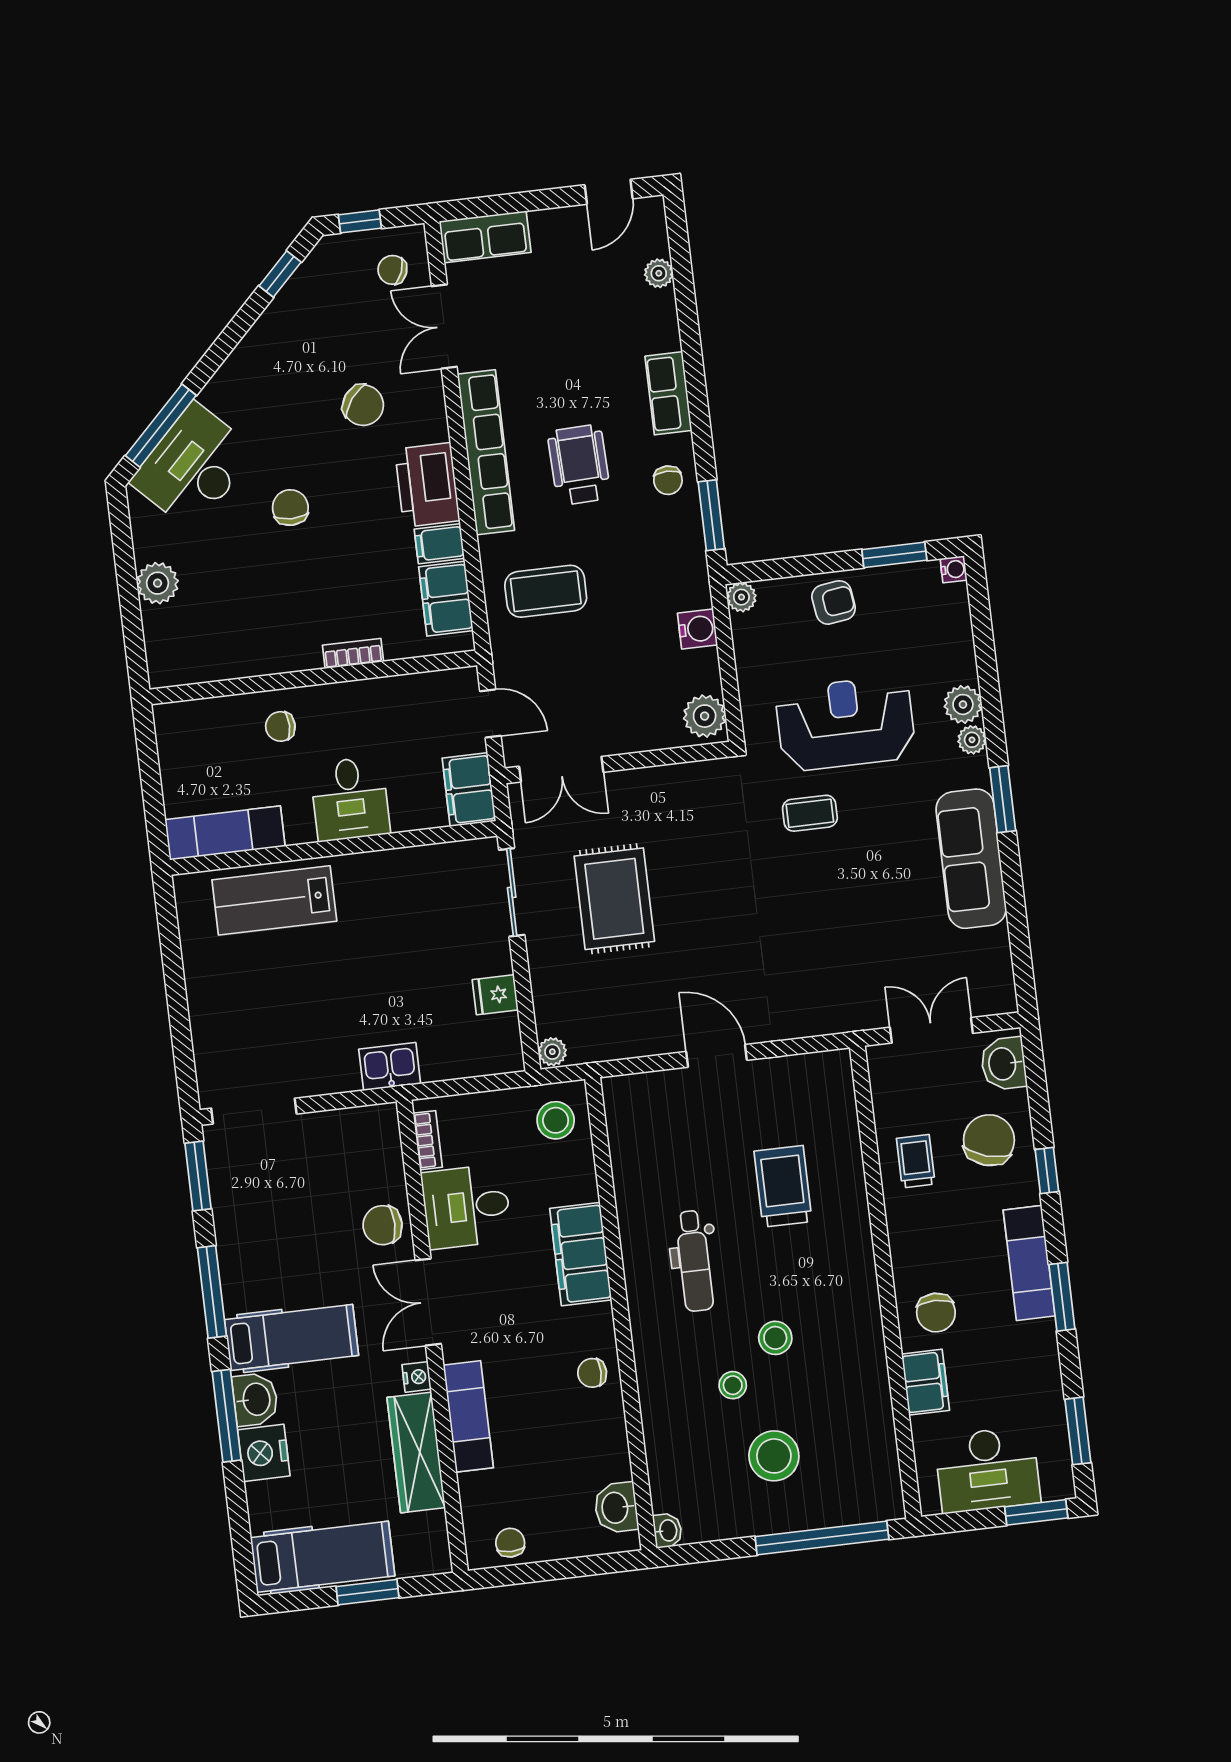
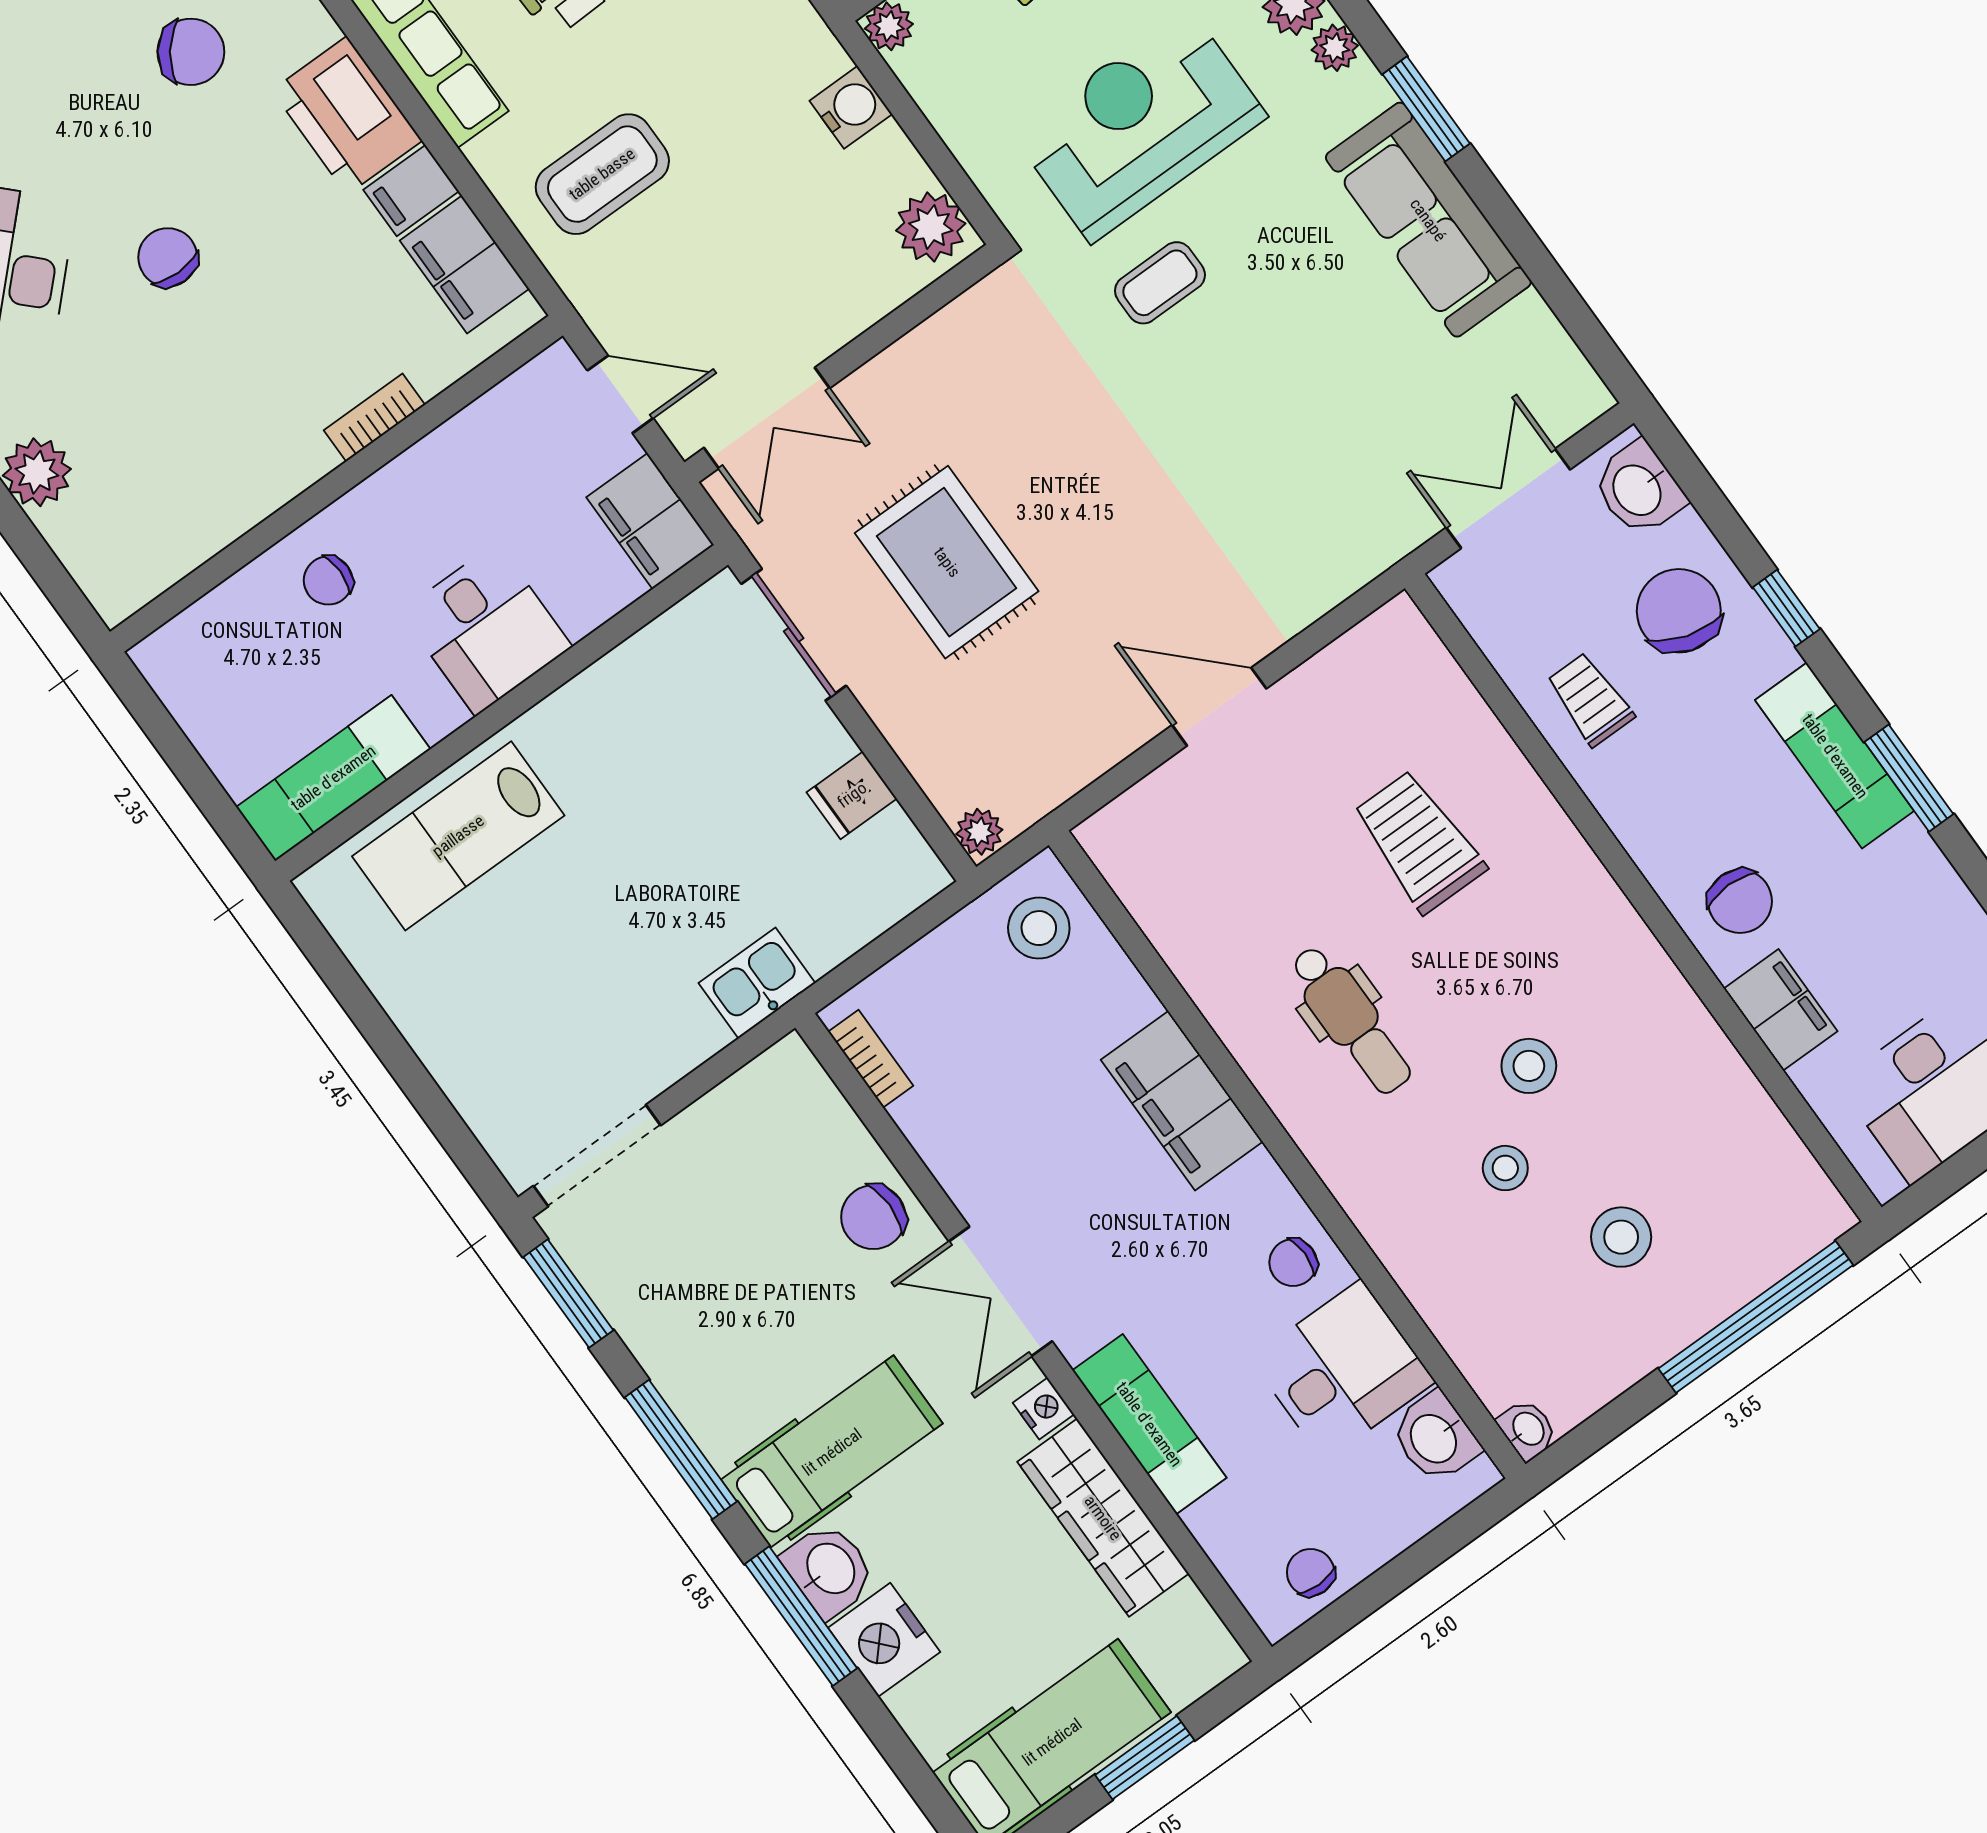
desk: (466, 1207) -> (1343, 1370), moved, turned 180
stool: (774, 1456) -> (1621, 1237), width x0.73, depth x0.73

